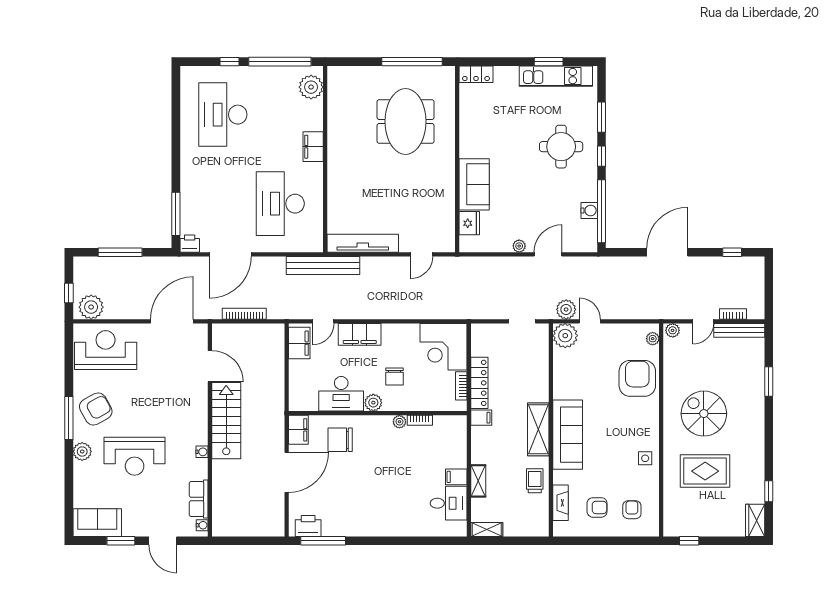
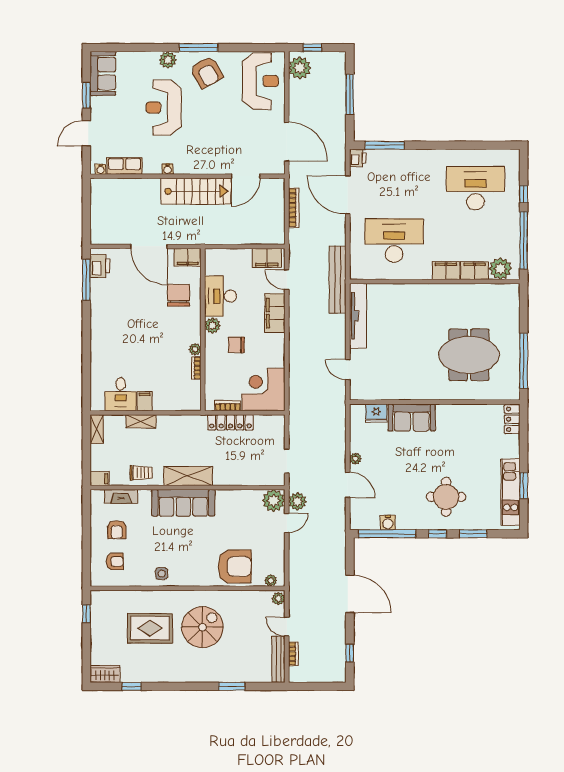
filing cabinet: (313, 115) -> (475, 271), added
filing cabinet: (481, 418) -> (100, 479), moved, turned -90
rug: (705, 471) -> (150, 628), turned 90

